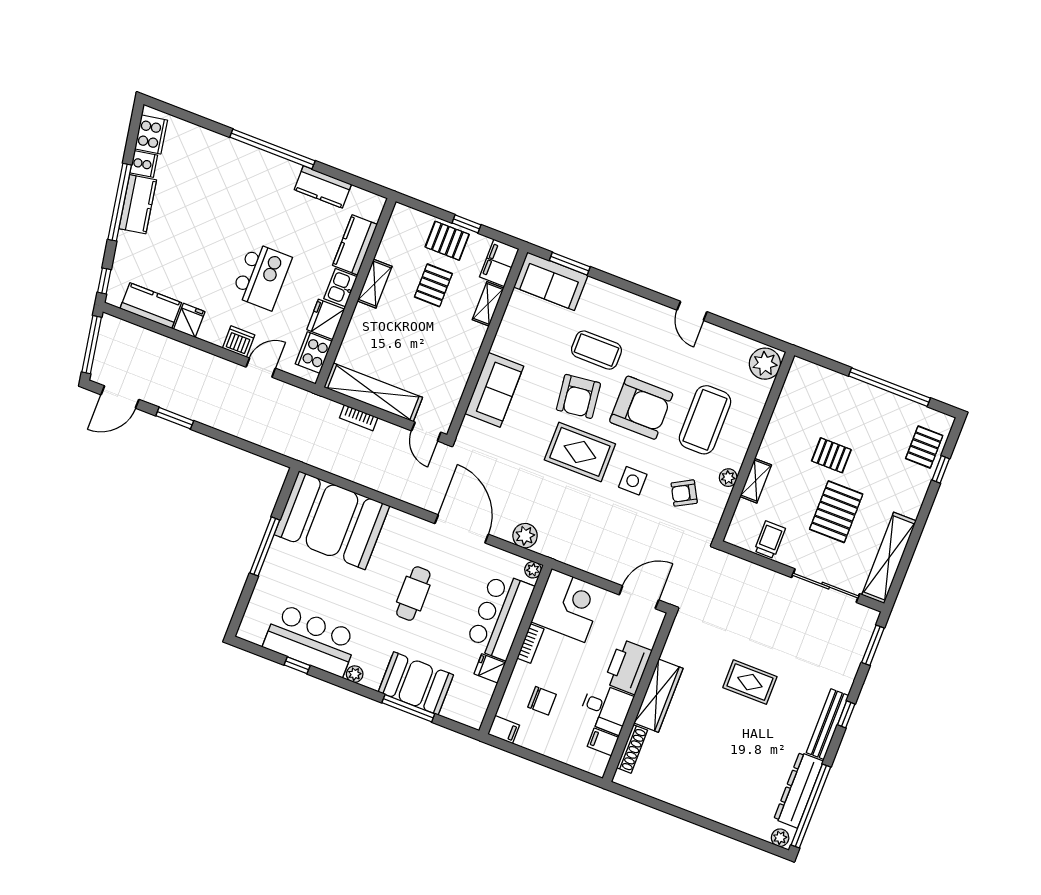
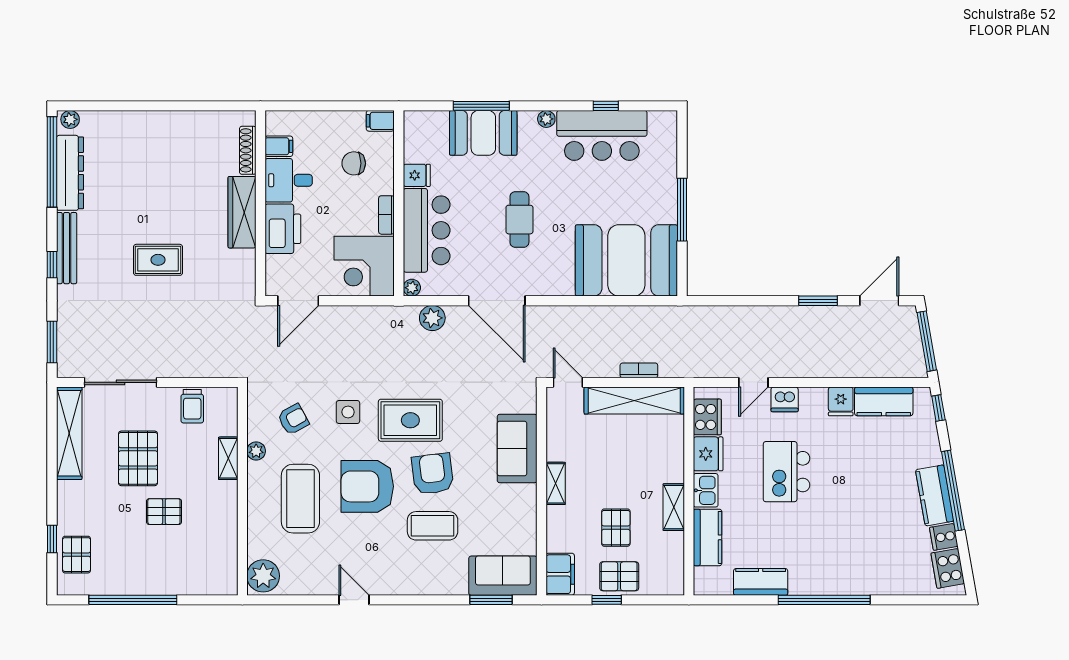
shelving: (488, 304) -> (556, 483), moved

